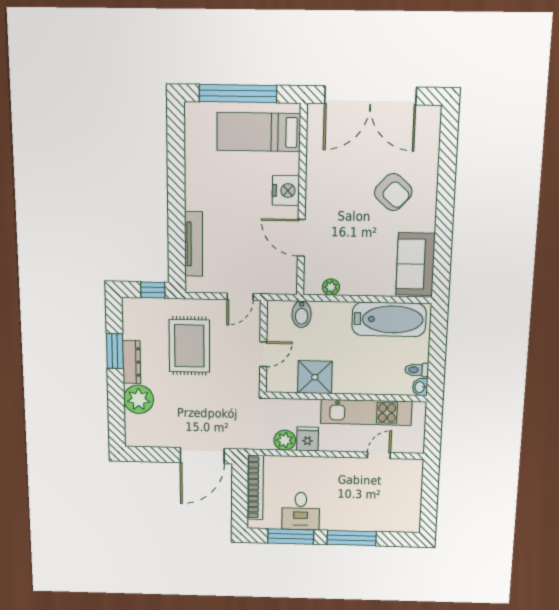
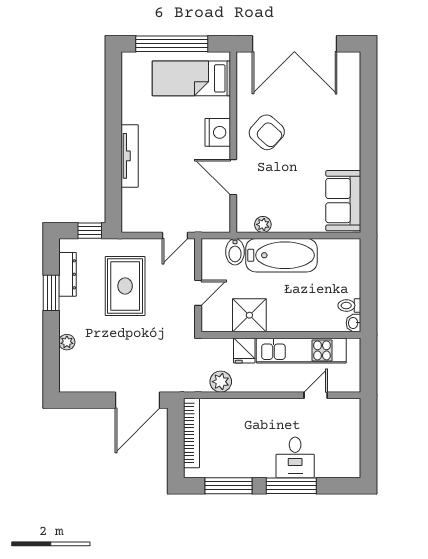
armchair: (393, 192) -> (267, 132), moved
tv unit: (194, 244) -> (130, 156), moved
bathtub: (389, 319) -> (281, 255), moved
dresser: (132, 362) -> (68, 274), moved
plant: (139, 399) -> (67, 342), width x0.53, depth x0.53
fridge: (308, 439) -> (244, 350), moved, turned 180
desk: (301, 511) -> (295, 457), moved

